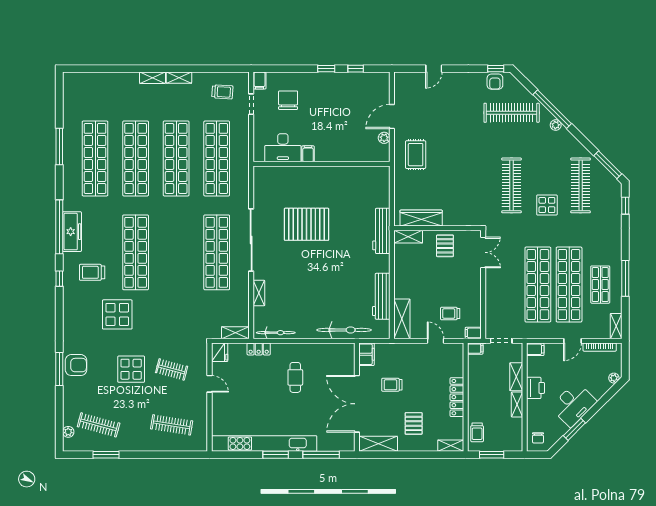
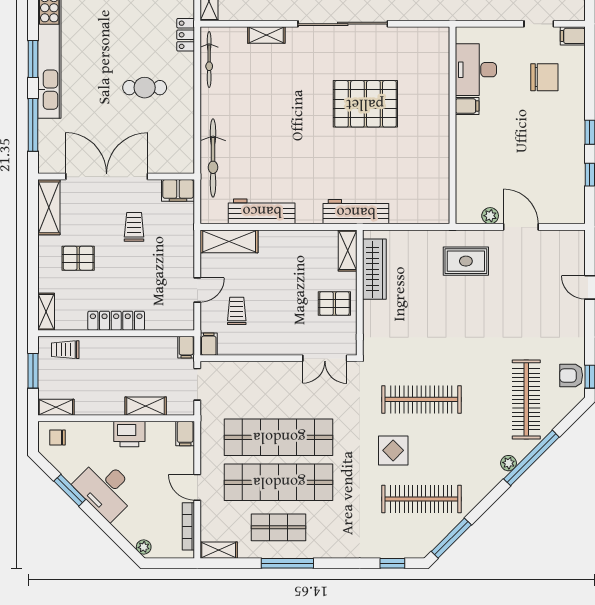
pallet: (307, 224) -> (365, 104), turned 90
shelving: (517, 405) -> (56, 407), moved

